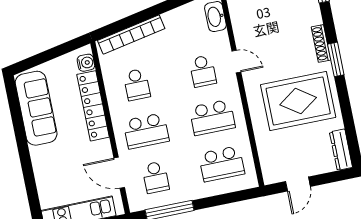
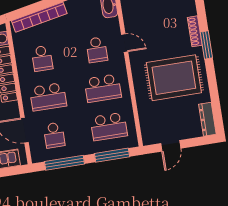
window: (227, 198) -> (112, 155), added

